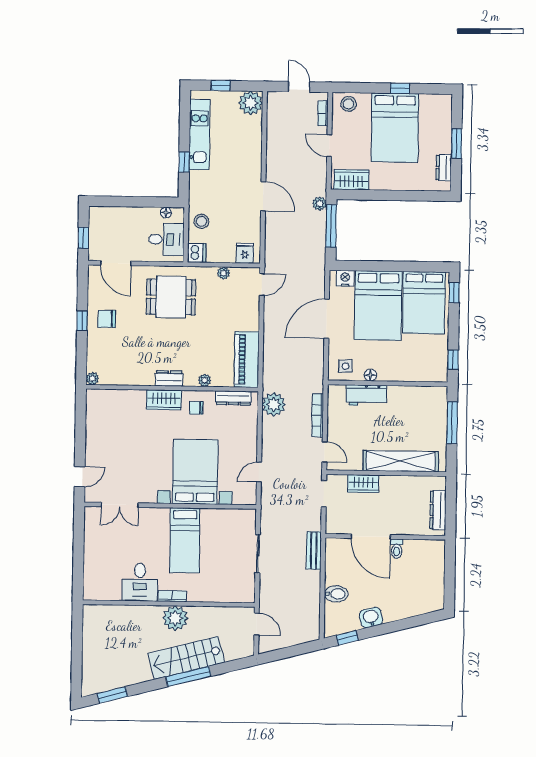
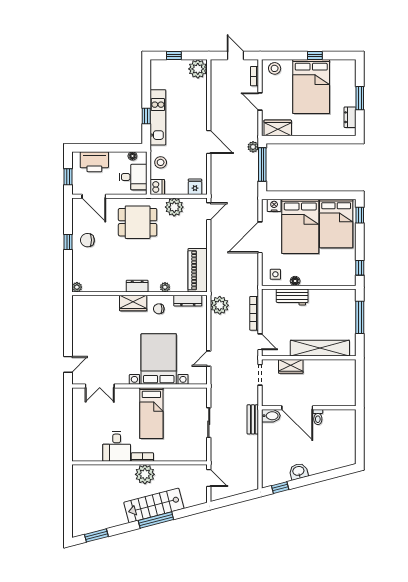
kitchen unit: (199, 135) -> (158, 117), moved
printer: (117, 219) -> (94, 162), added
plant: (224, 273) -> (174, 207), width x1.88, depth x1.88
dresser: (438, 510) -> (350, 386), removed
bidet: (336, 594) -> (271, 416), moved

